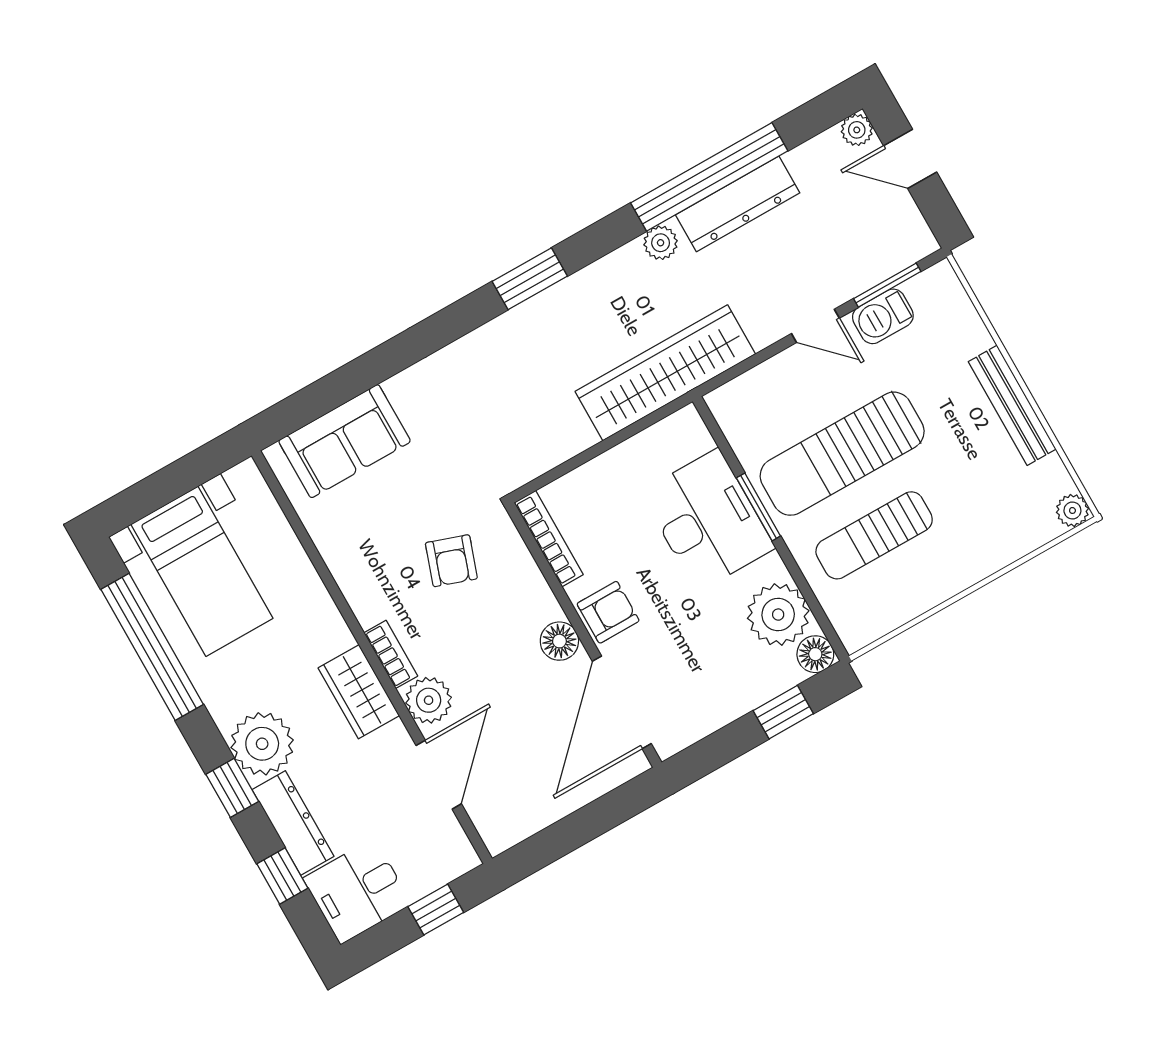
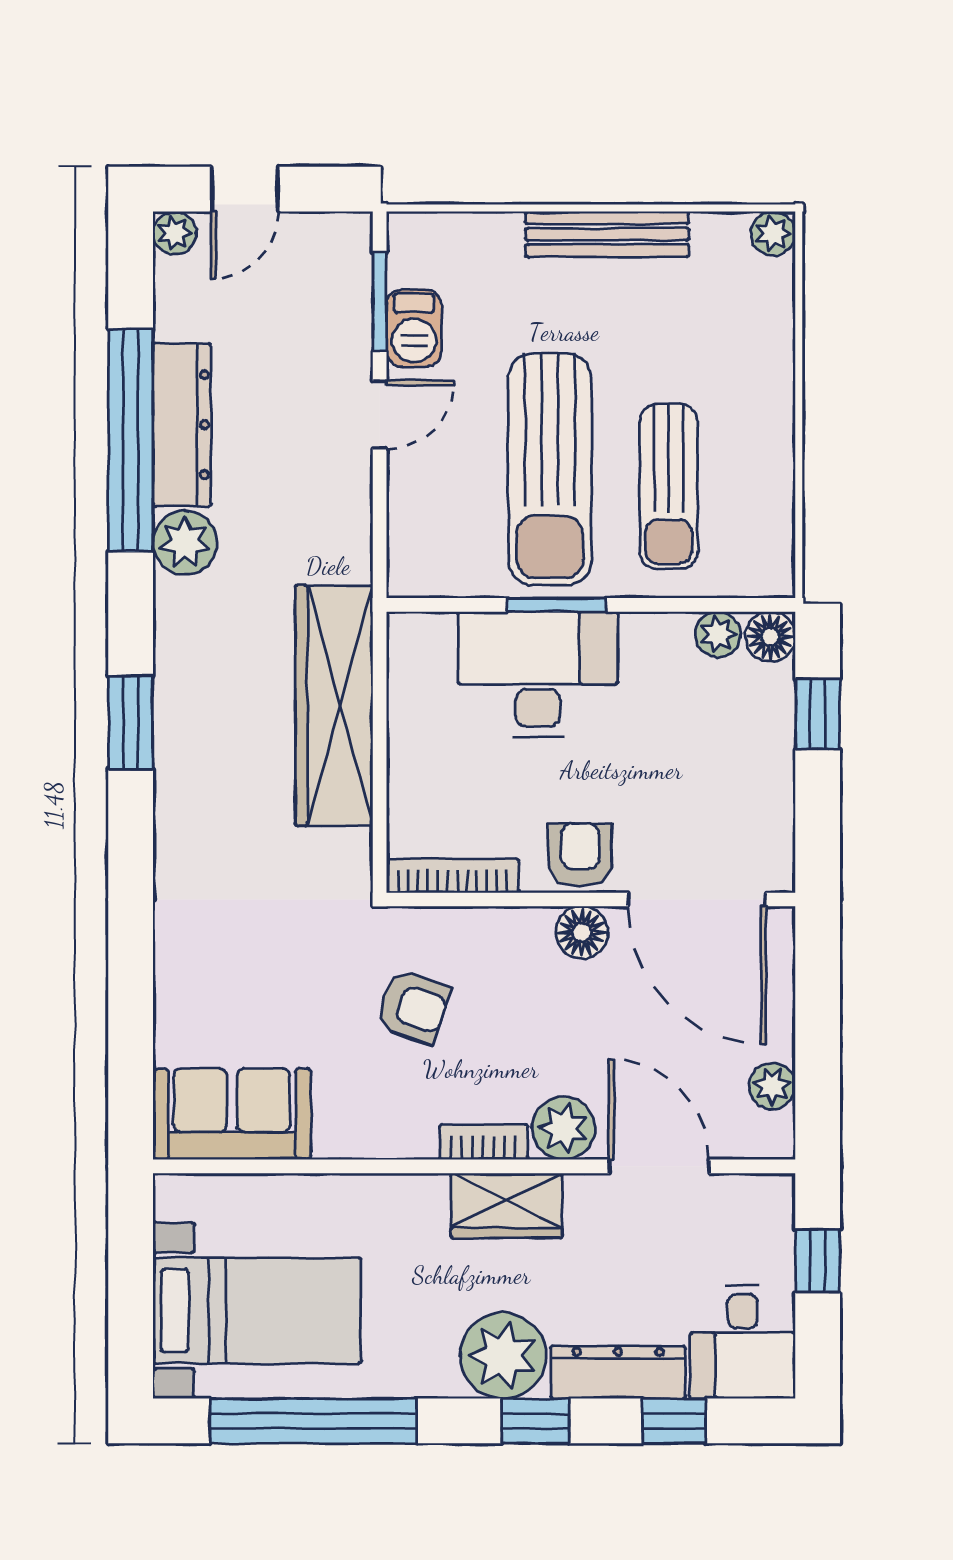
plant: (661, 243) -> (185, 543), width x1.38, depth x1.38
wardrobe: (665, 373) -> (334, 705), moved
sofa: (345, 441) -> (232, 1114), moved, turned -90
plant: (778, 615) -> (718, 634), width x0.53, depth x0.53
plant: (531, 818) -> (772, 1086), added

